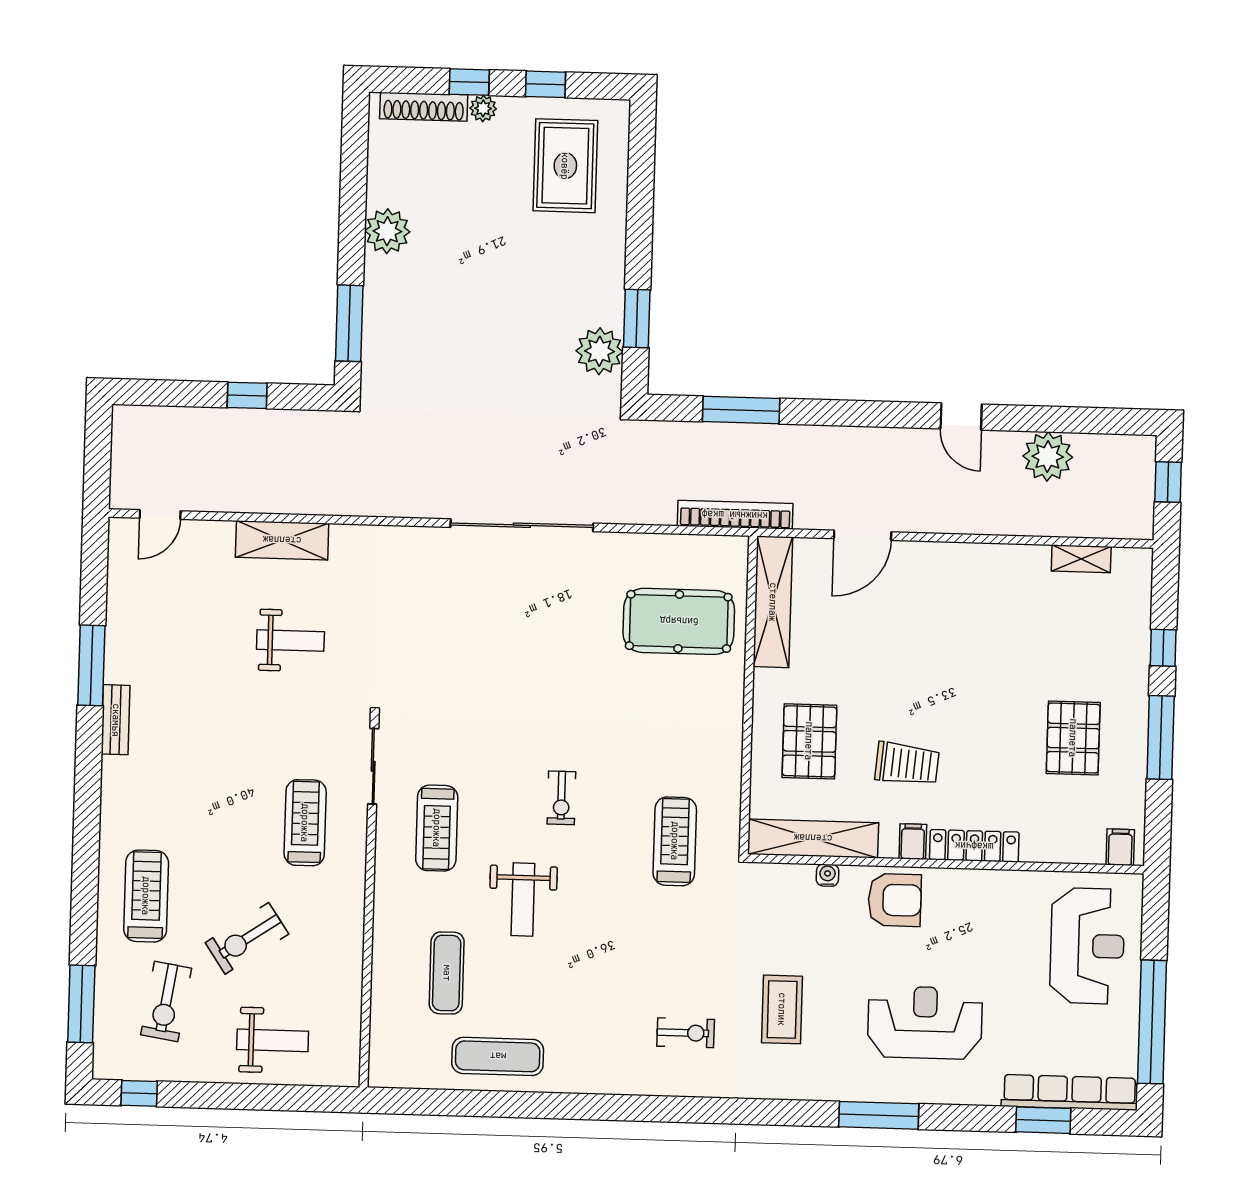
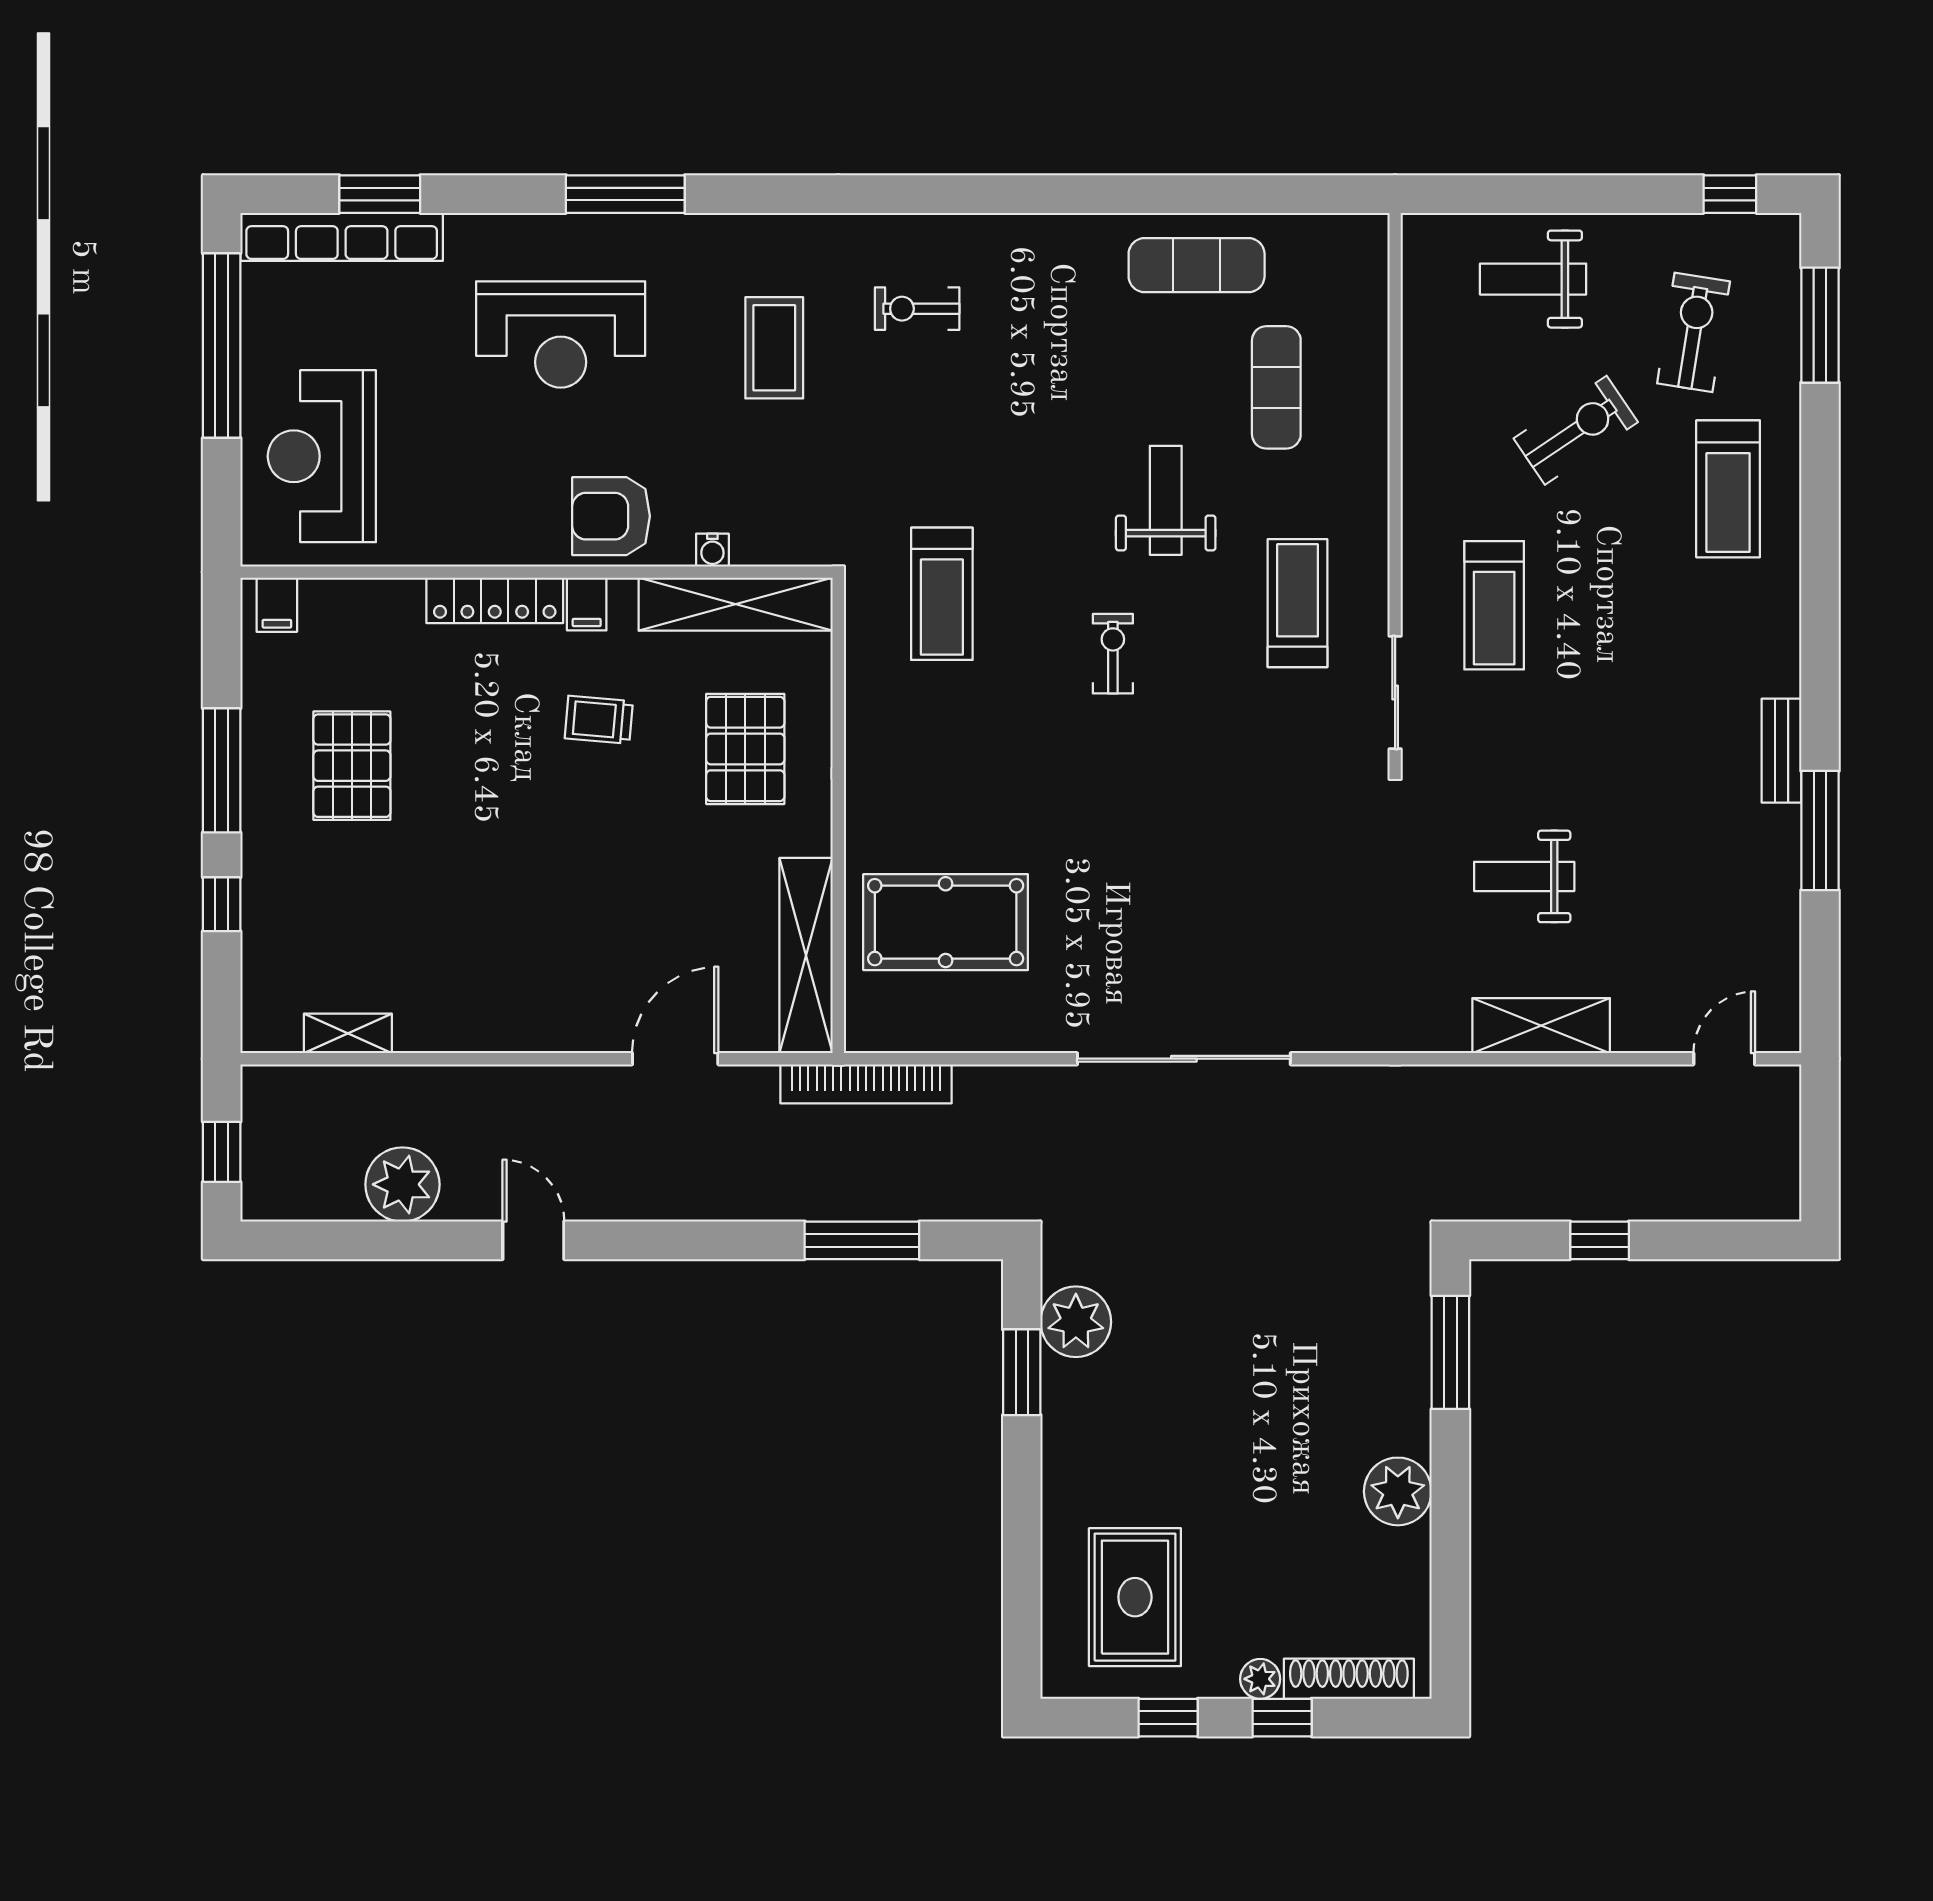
trolley: (907, 764) -> (599, 720), width x0.73, depth x0.72

